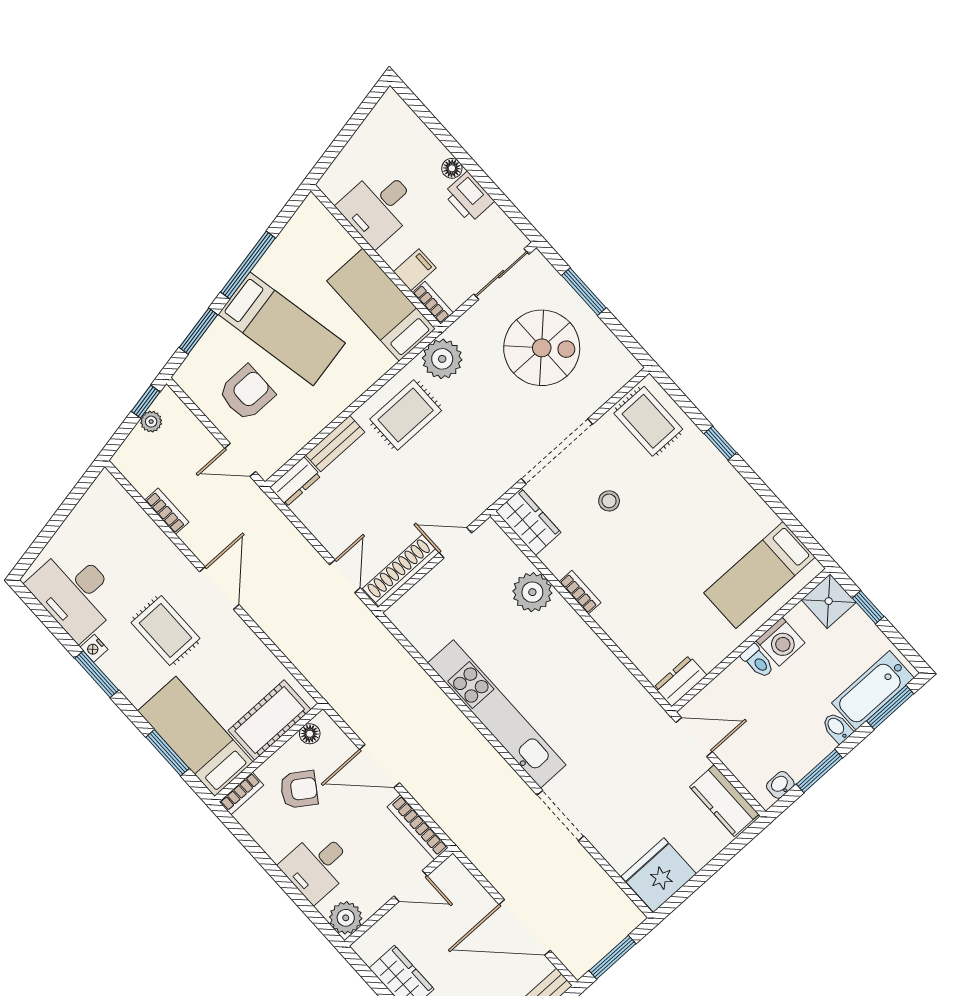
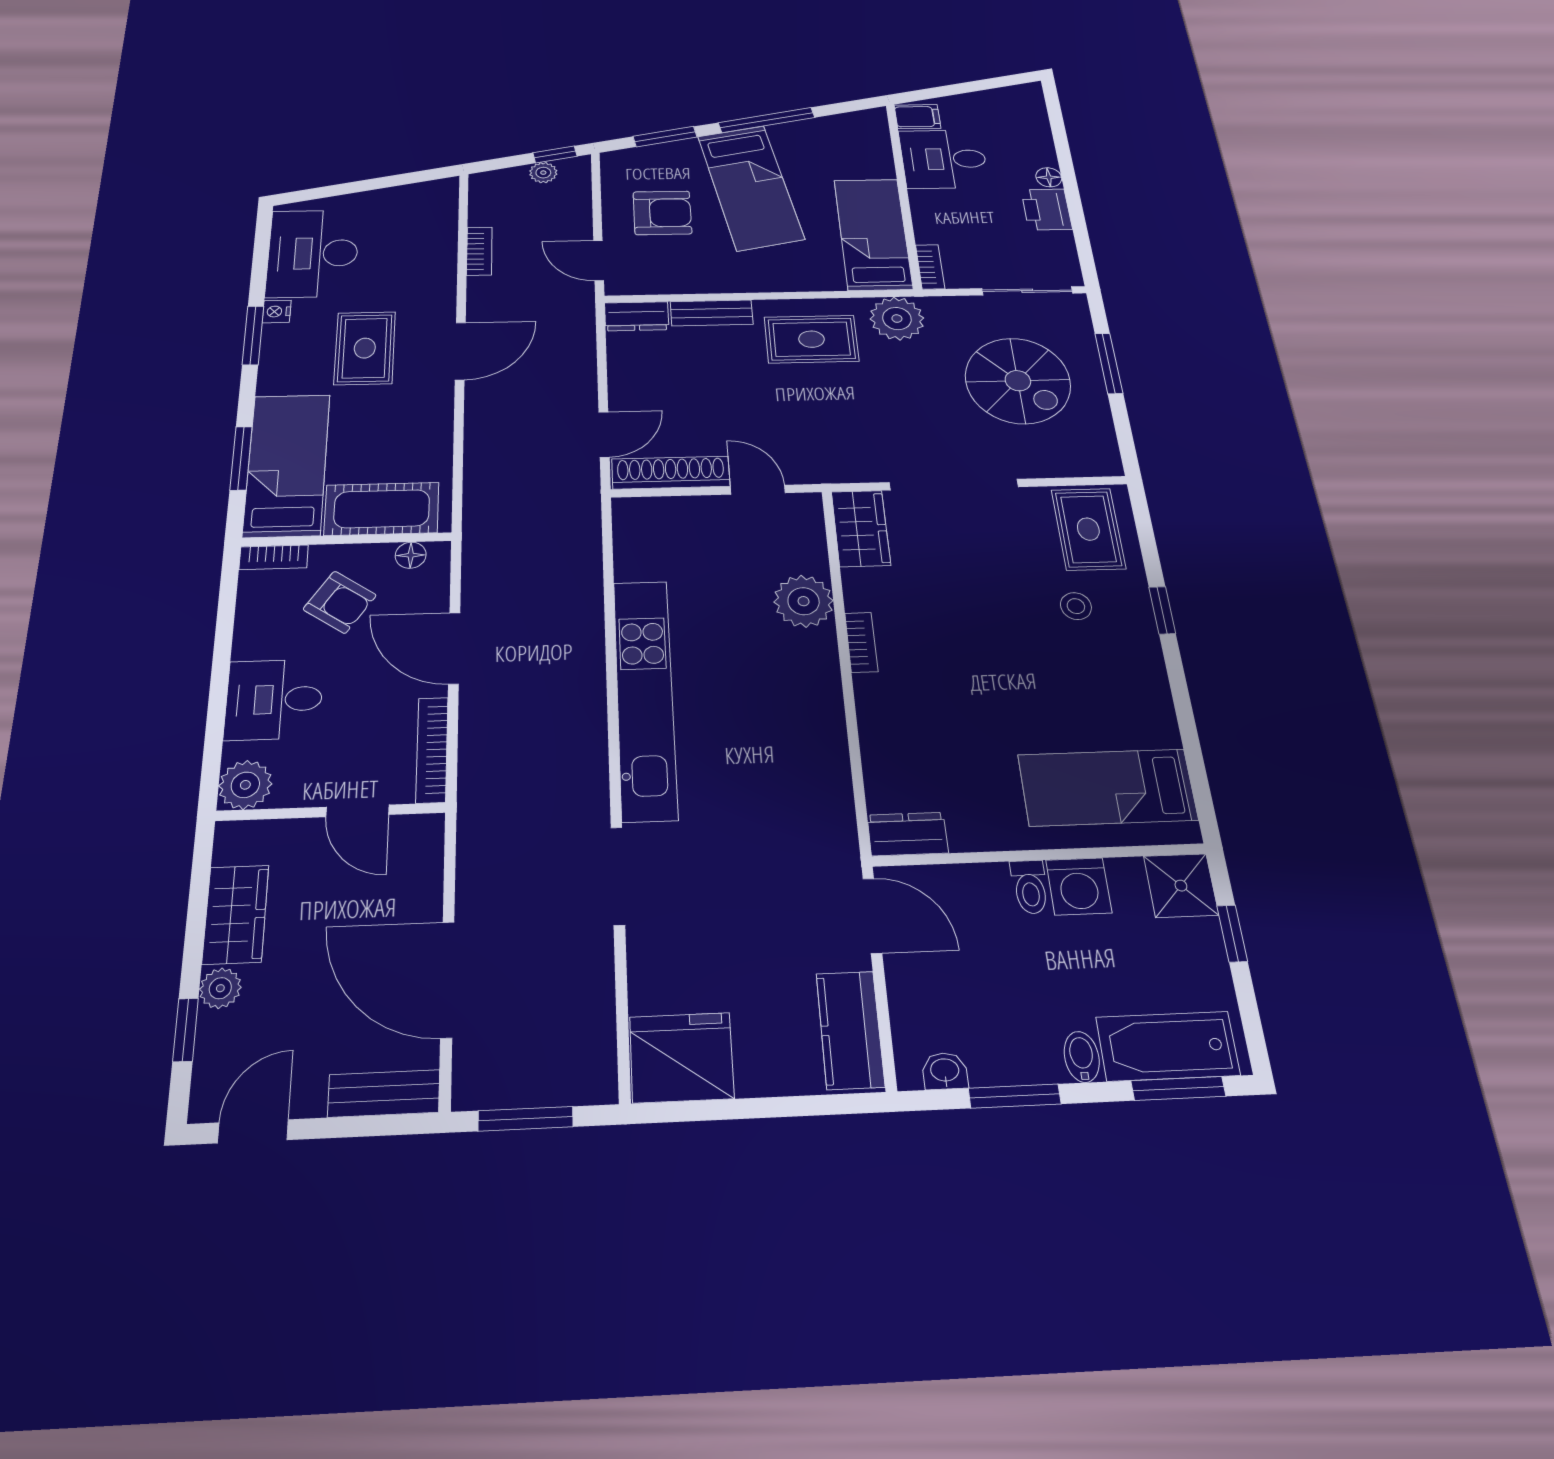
filing cabinet: (415, 270) -> (917, 117), moved
stool: (609, 501) -> (1076, 606), moved

